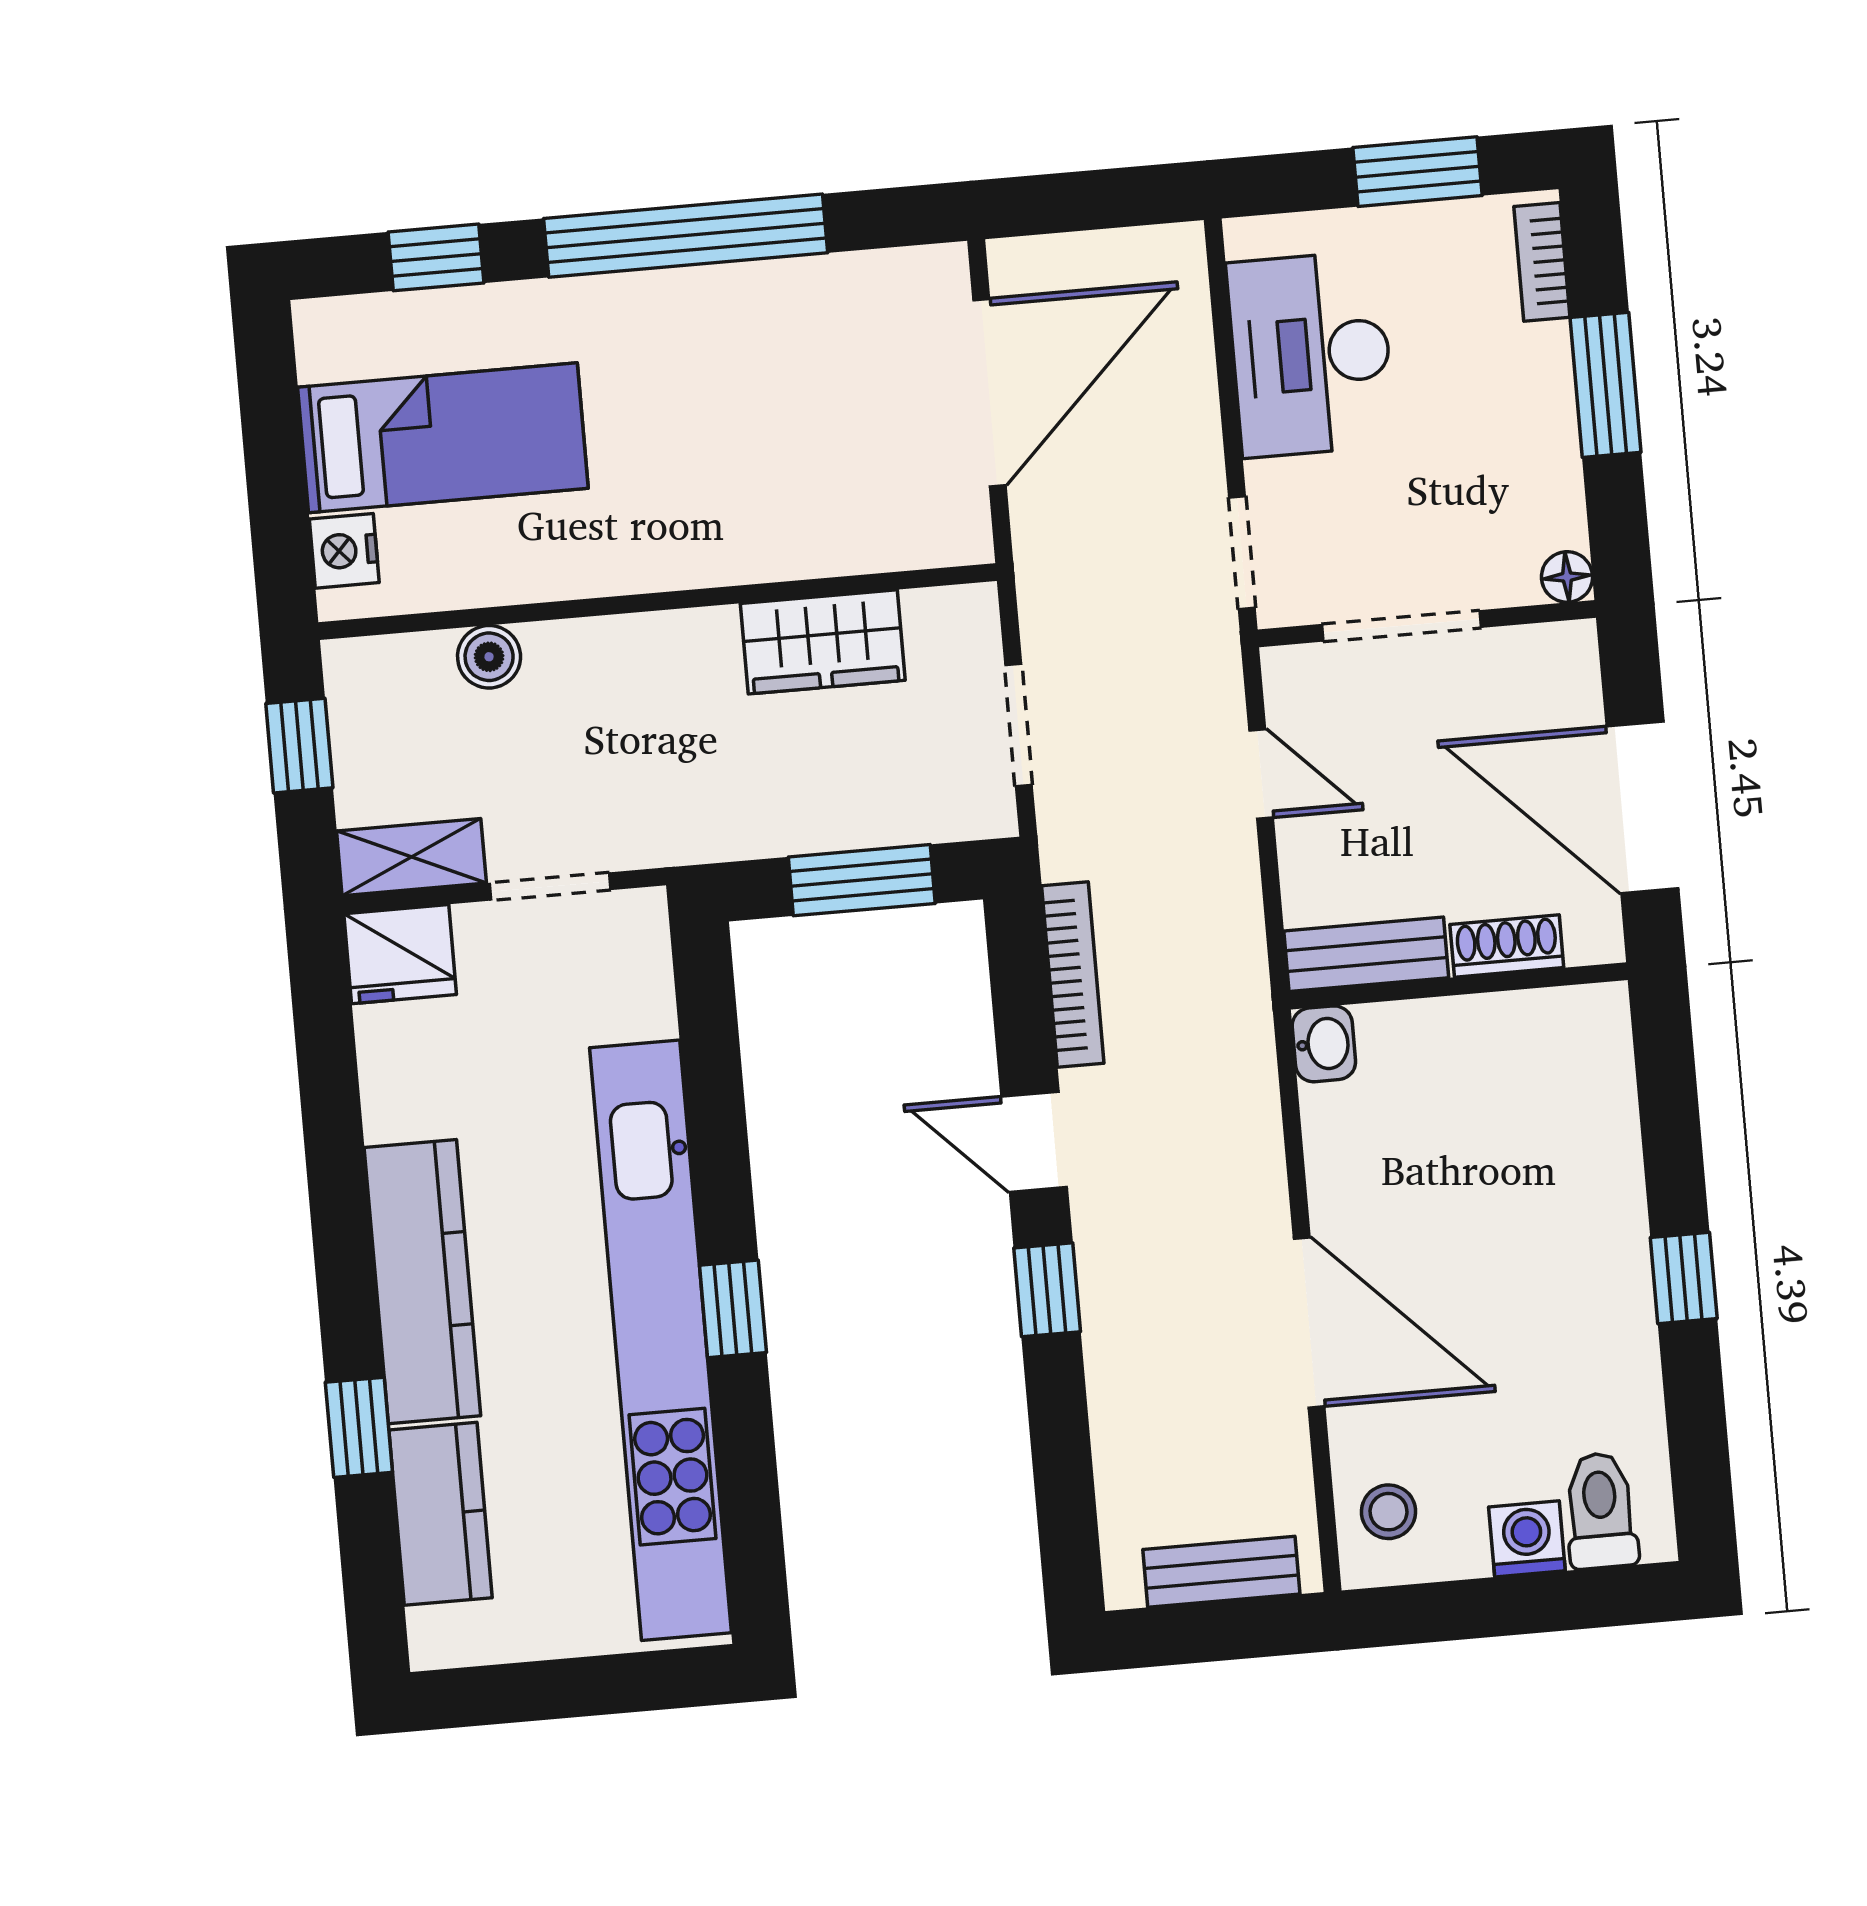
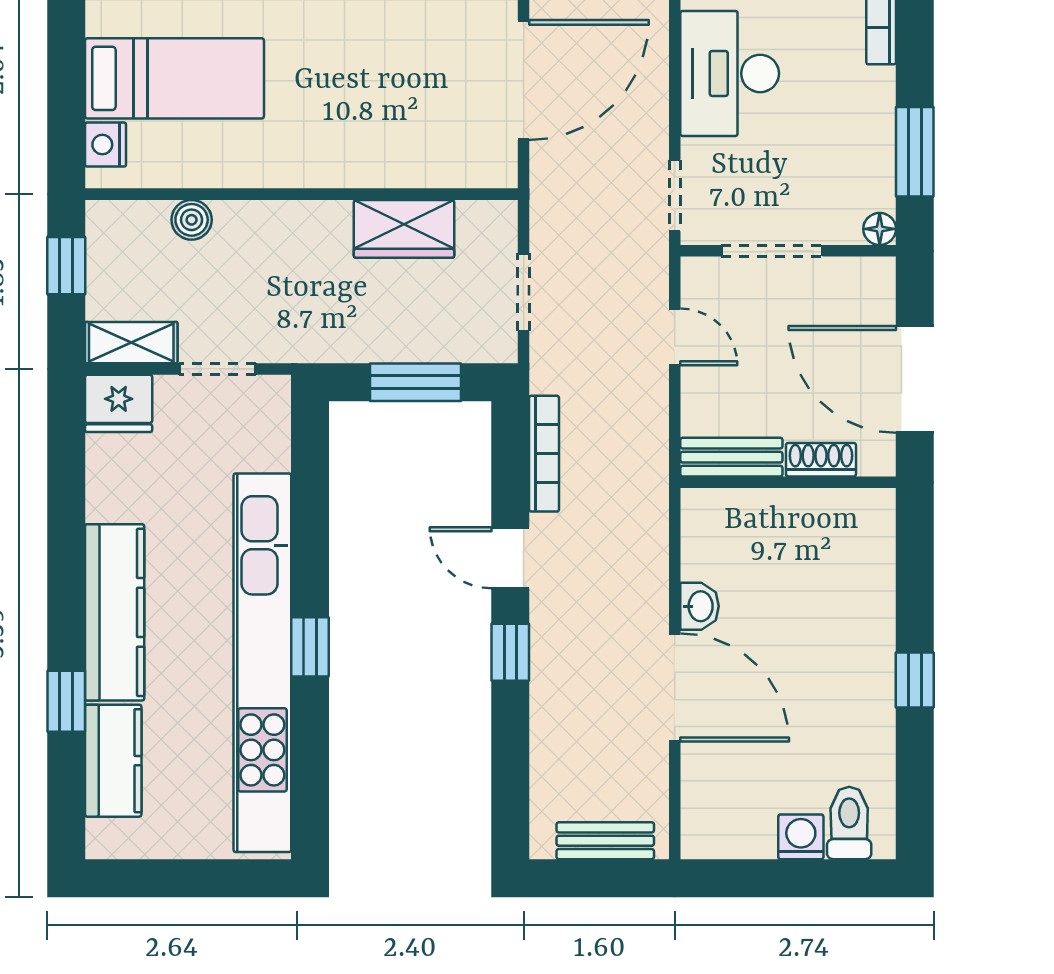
window: (1606, 385) -> (915, 152), moved
washbasin: (1324, 1044) -> (699, 606), moved
stool: (1389, 1512) -> (715, 812), removed

